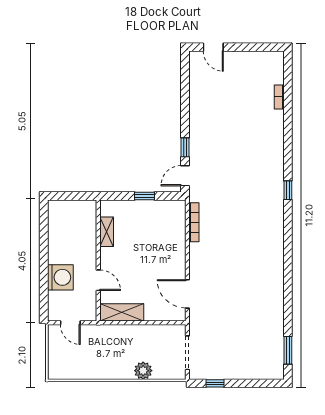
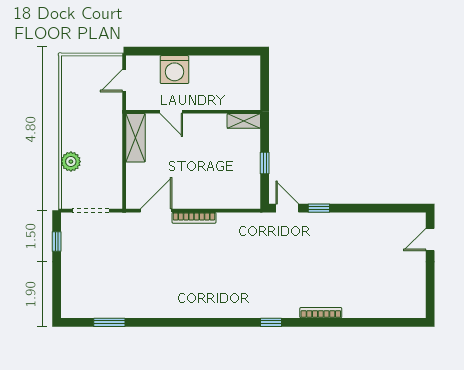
bookcase: (279, 97) -> (321, 313), moved, width x1.56
bookcase: (194, 222) -> (194, 218), moved
shelving: (107, 232) -> (244, 121), moved
door: (98, 280) -> (171, 112), hinge flipped
window: (288, 350) -> (109, 322), moved

